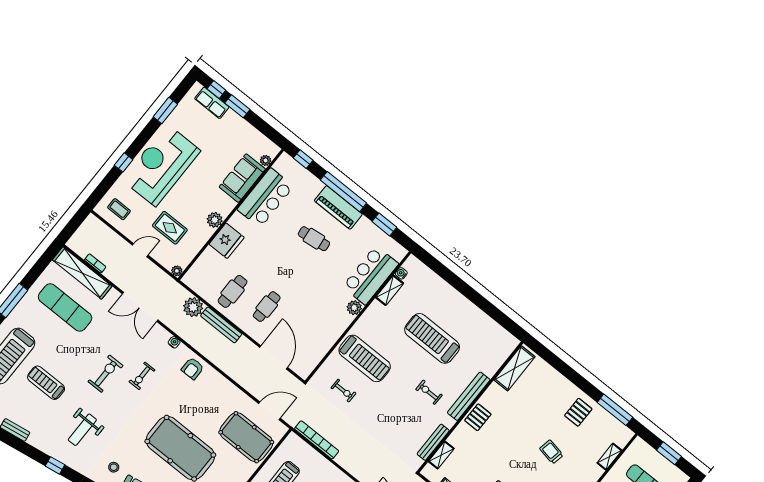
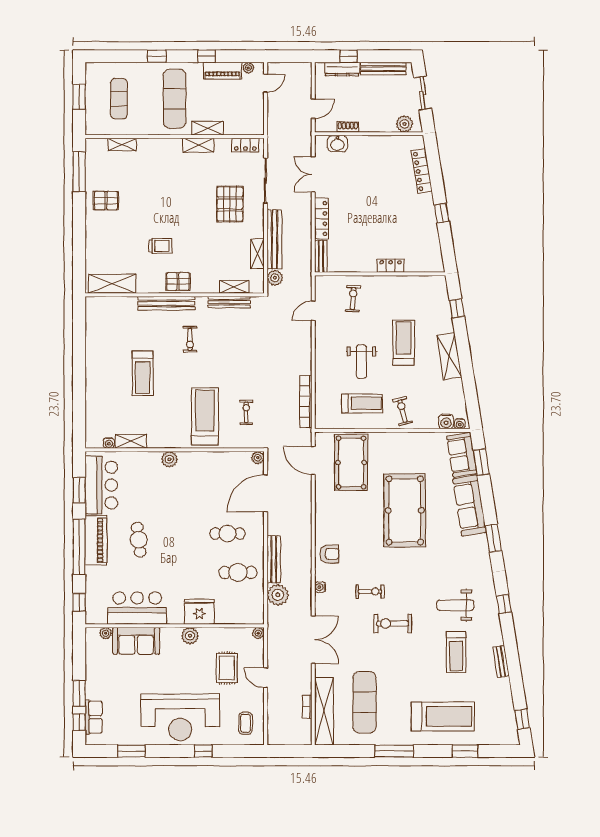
bar counter: (371, 275) -> (101, 485), moved, turned -90
treadmill: (432, 338) -> (143, 373), width x0.73, depth x0.73
plant: (304, 373) -> (258, 458), added
treadmill: (46, 383) -> (456, 652), moved
weight bench: (82, 430) -> (455, 605), turned 180
trolley: (551, 452) -> (161, 246), moved, turned -101
stool: (114, 467) -> (466, 554), removed

